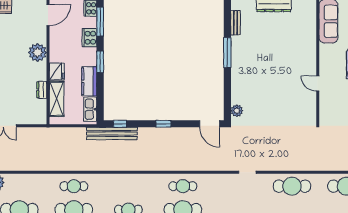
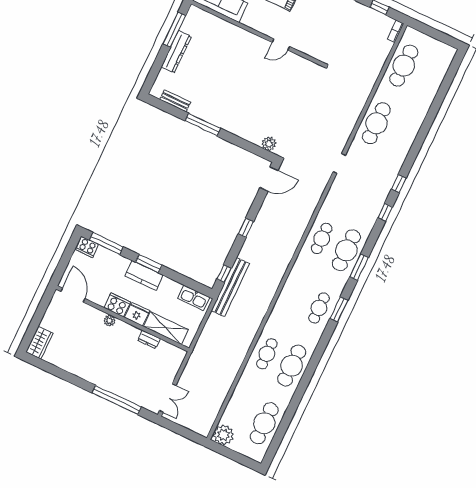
cooker: (89, 38) -> (117, 305), moved, turned 180
plant: (38, 52) -> (109, 321), width x0.53, depth x0.53
kitchen counter: (89, 81) -> (144, 275), moved

